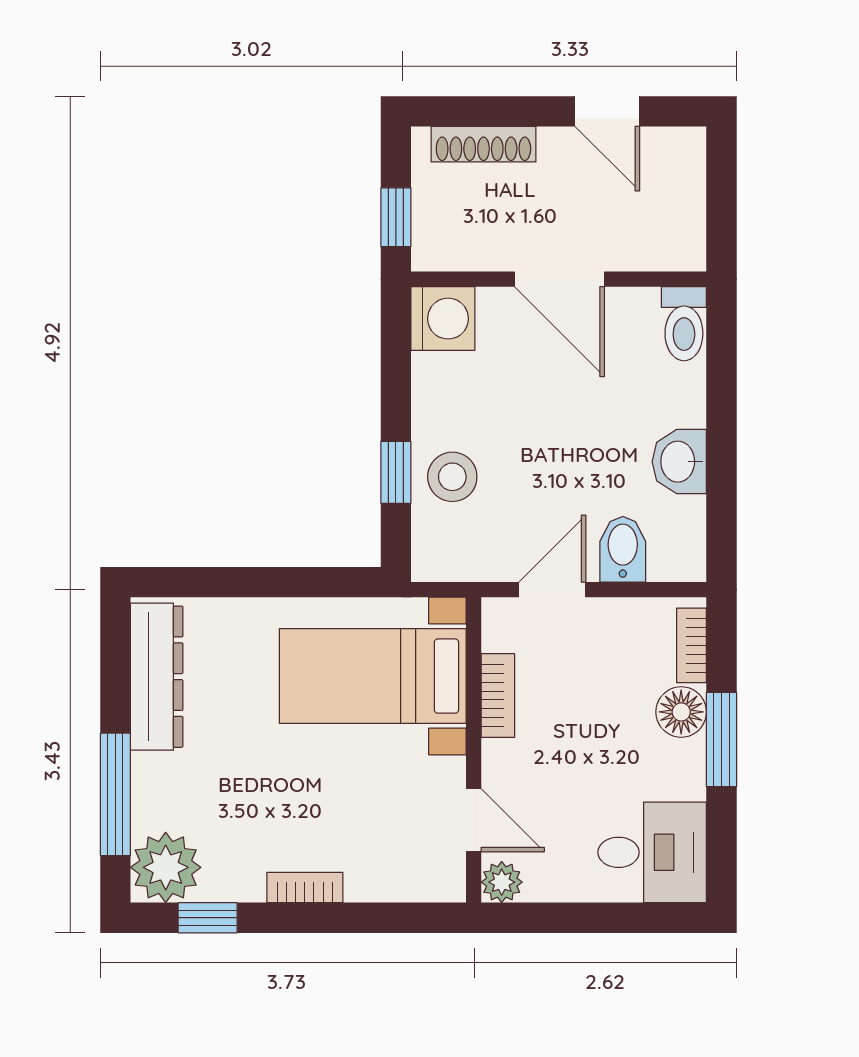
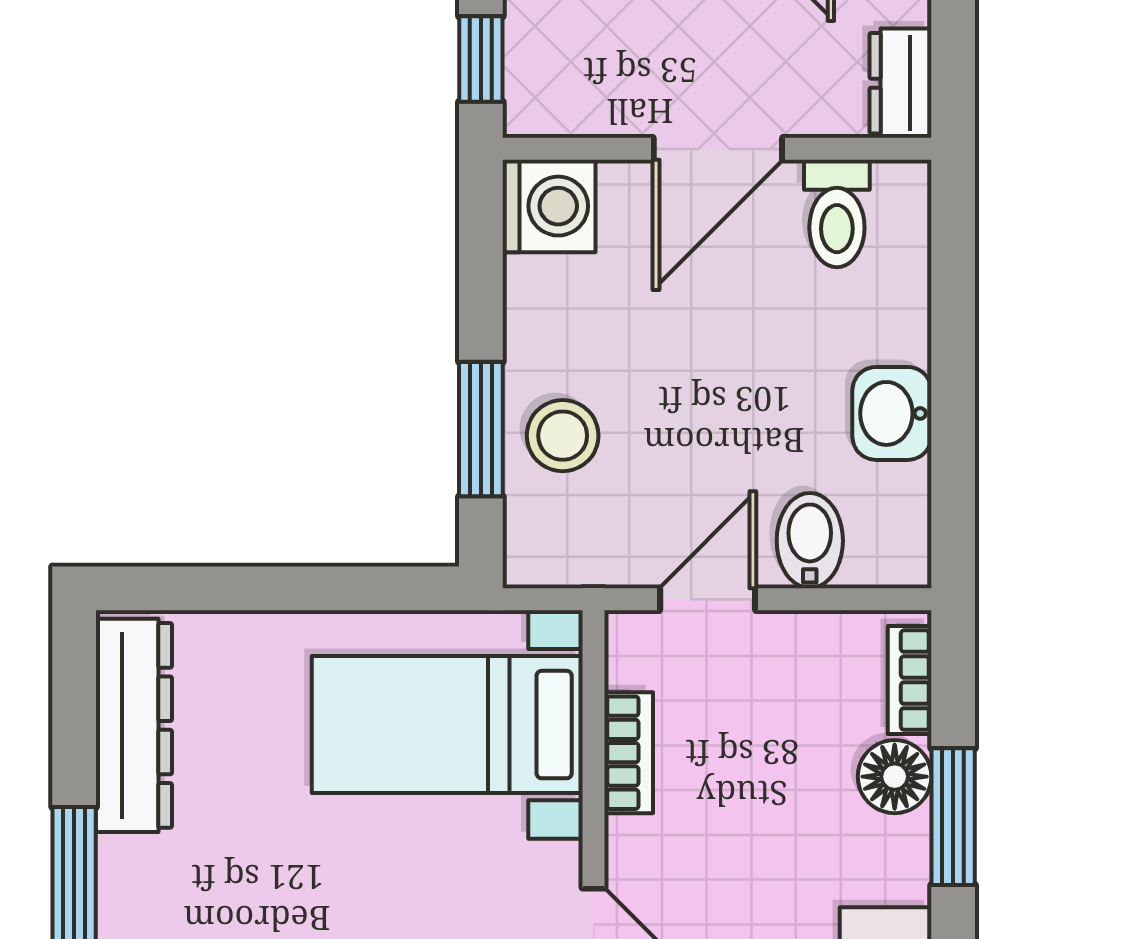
dresser: (685, 234) -> (900, 83), added
door: (559, 279) -> (718, 149), hinge flipped
toilet: (684, 324) -> (837, 214), moved
window: (396, 472) -> (481, 429), width x1.50

